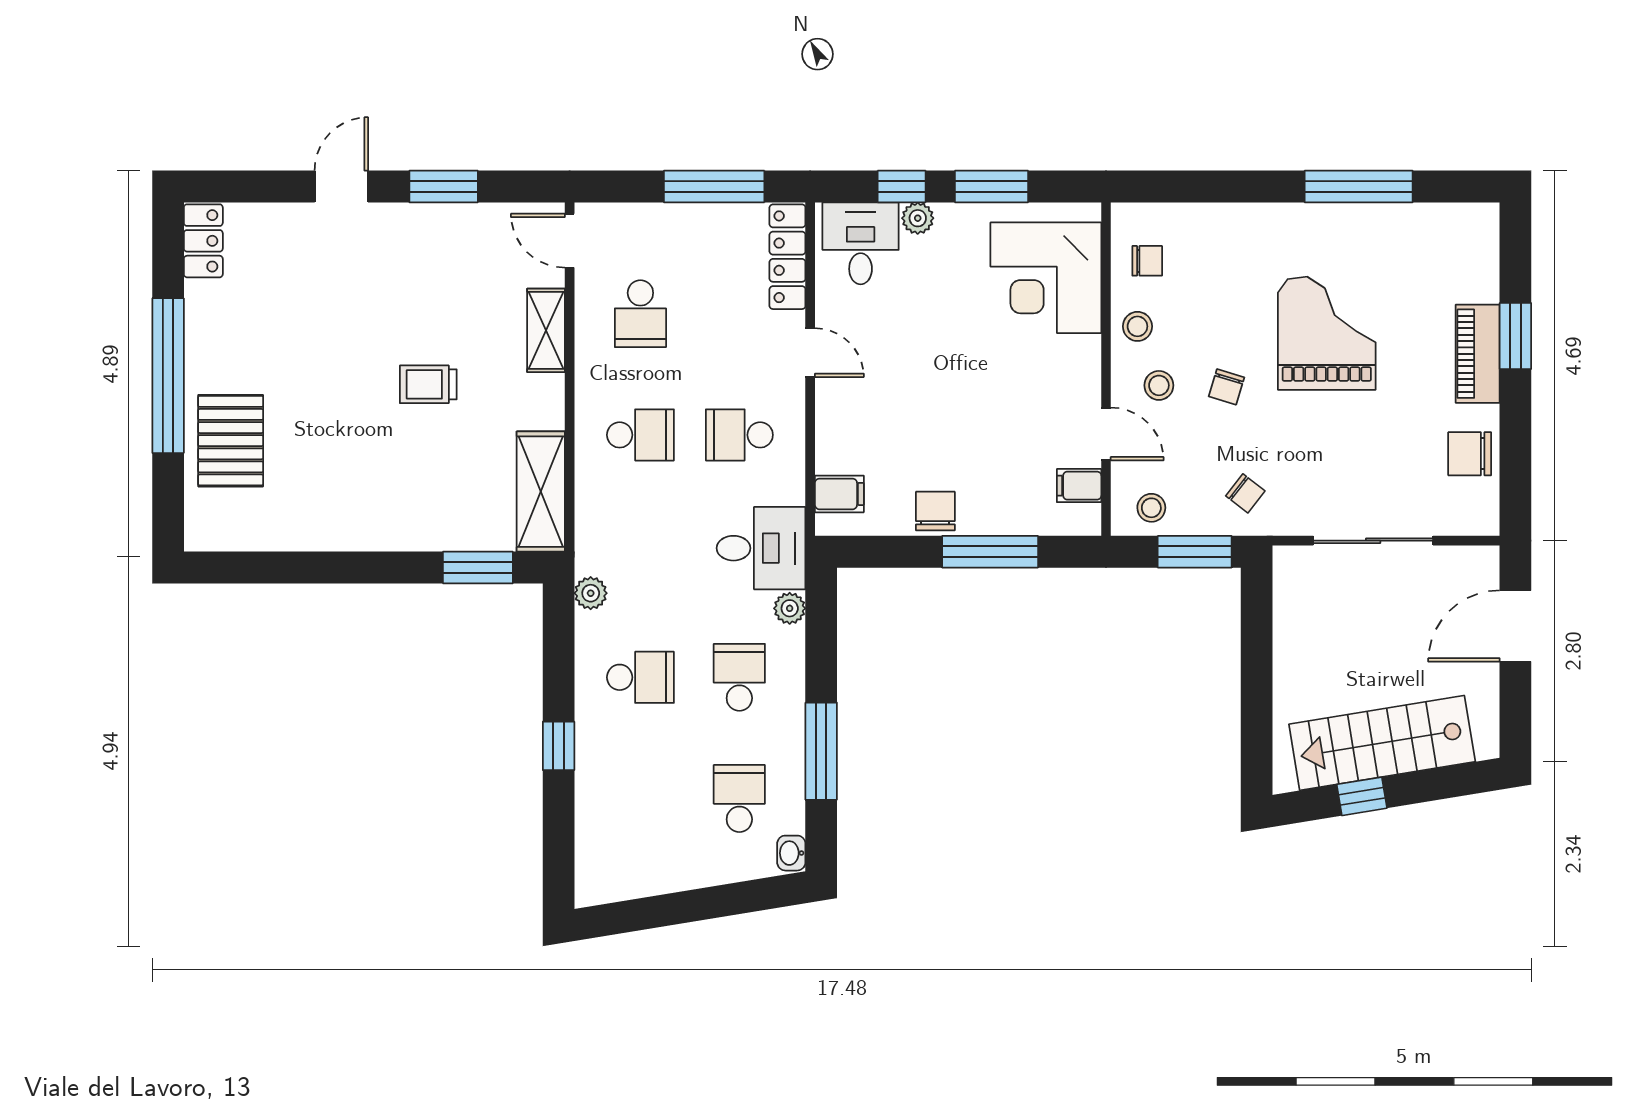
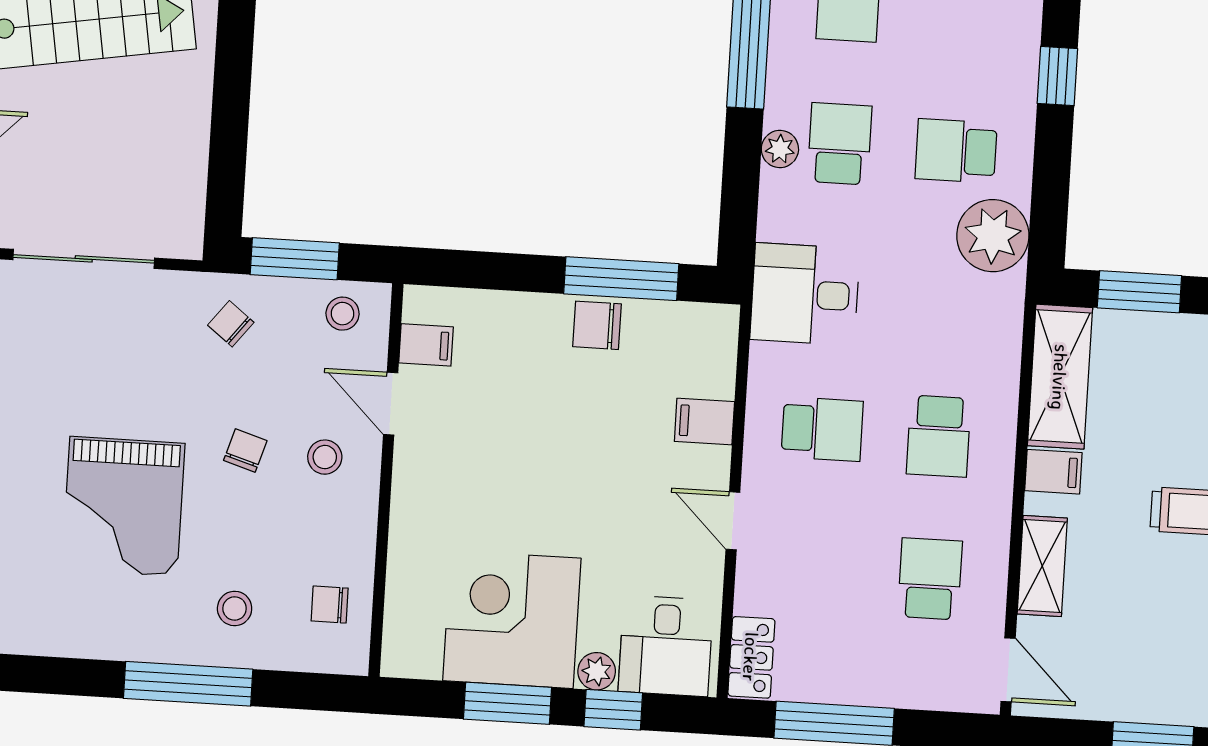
window: (1359, 186) -> (188, 684), moved
locker: (787, 257) -> (751, 657), width x0.66
corner desk: (1046, 278) -> (512, 619), moved, turned -90
stool: (1137, 326) -> (235, 608), moved
filing cabinet: (541, 411) -> (1053, 472), added
school desk: (640, 435) -> (939, 436), turned -90
filing cabinet: (839, 494) -> (704, 422), moved
chair: (935, 511) -> (597, 325), turned 90
window: (990, 552) -> (621, 279), moved
plant: (591, 593) -> (993, 236), width x1.87, depth x1.87
plant: (790, 608) -> (780, 149), moved
school desk: (739, 677) -> (840, 144), turned 180

